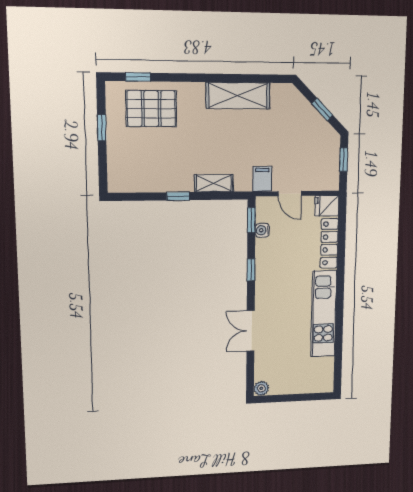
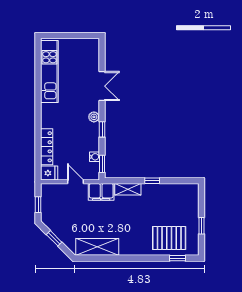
shelving: (238, 96) -> (97, 247), moved
filing cabinet: (262, 179) -> (101, 192), width x2.00
kitchen unit: (324, 314) -> (49, 72), moved
plant: (261, 388) -> (94, 117), moved

